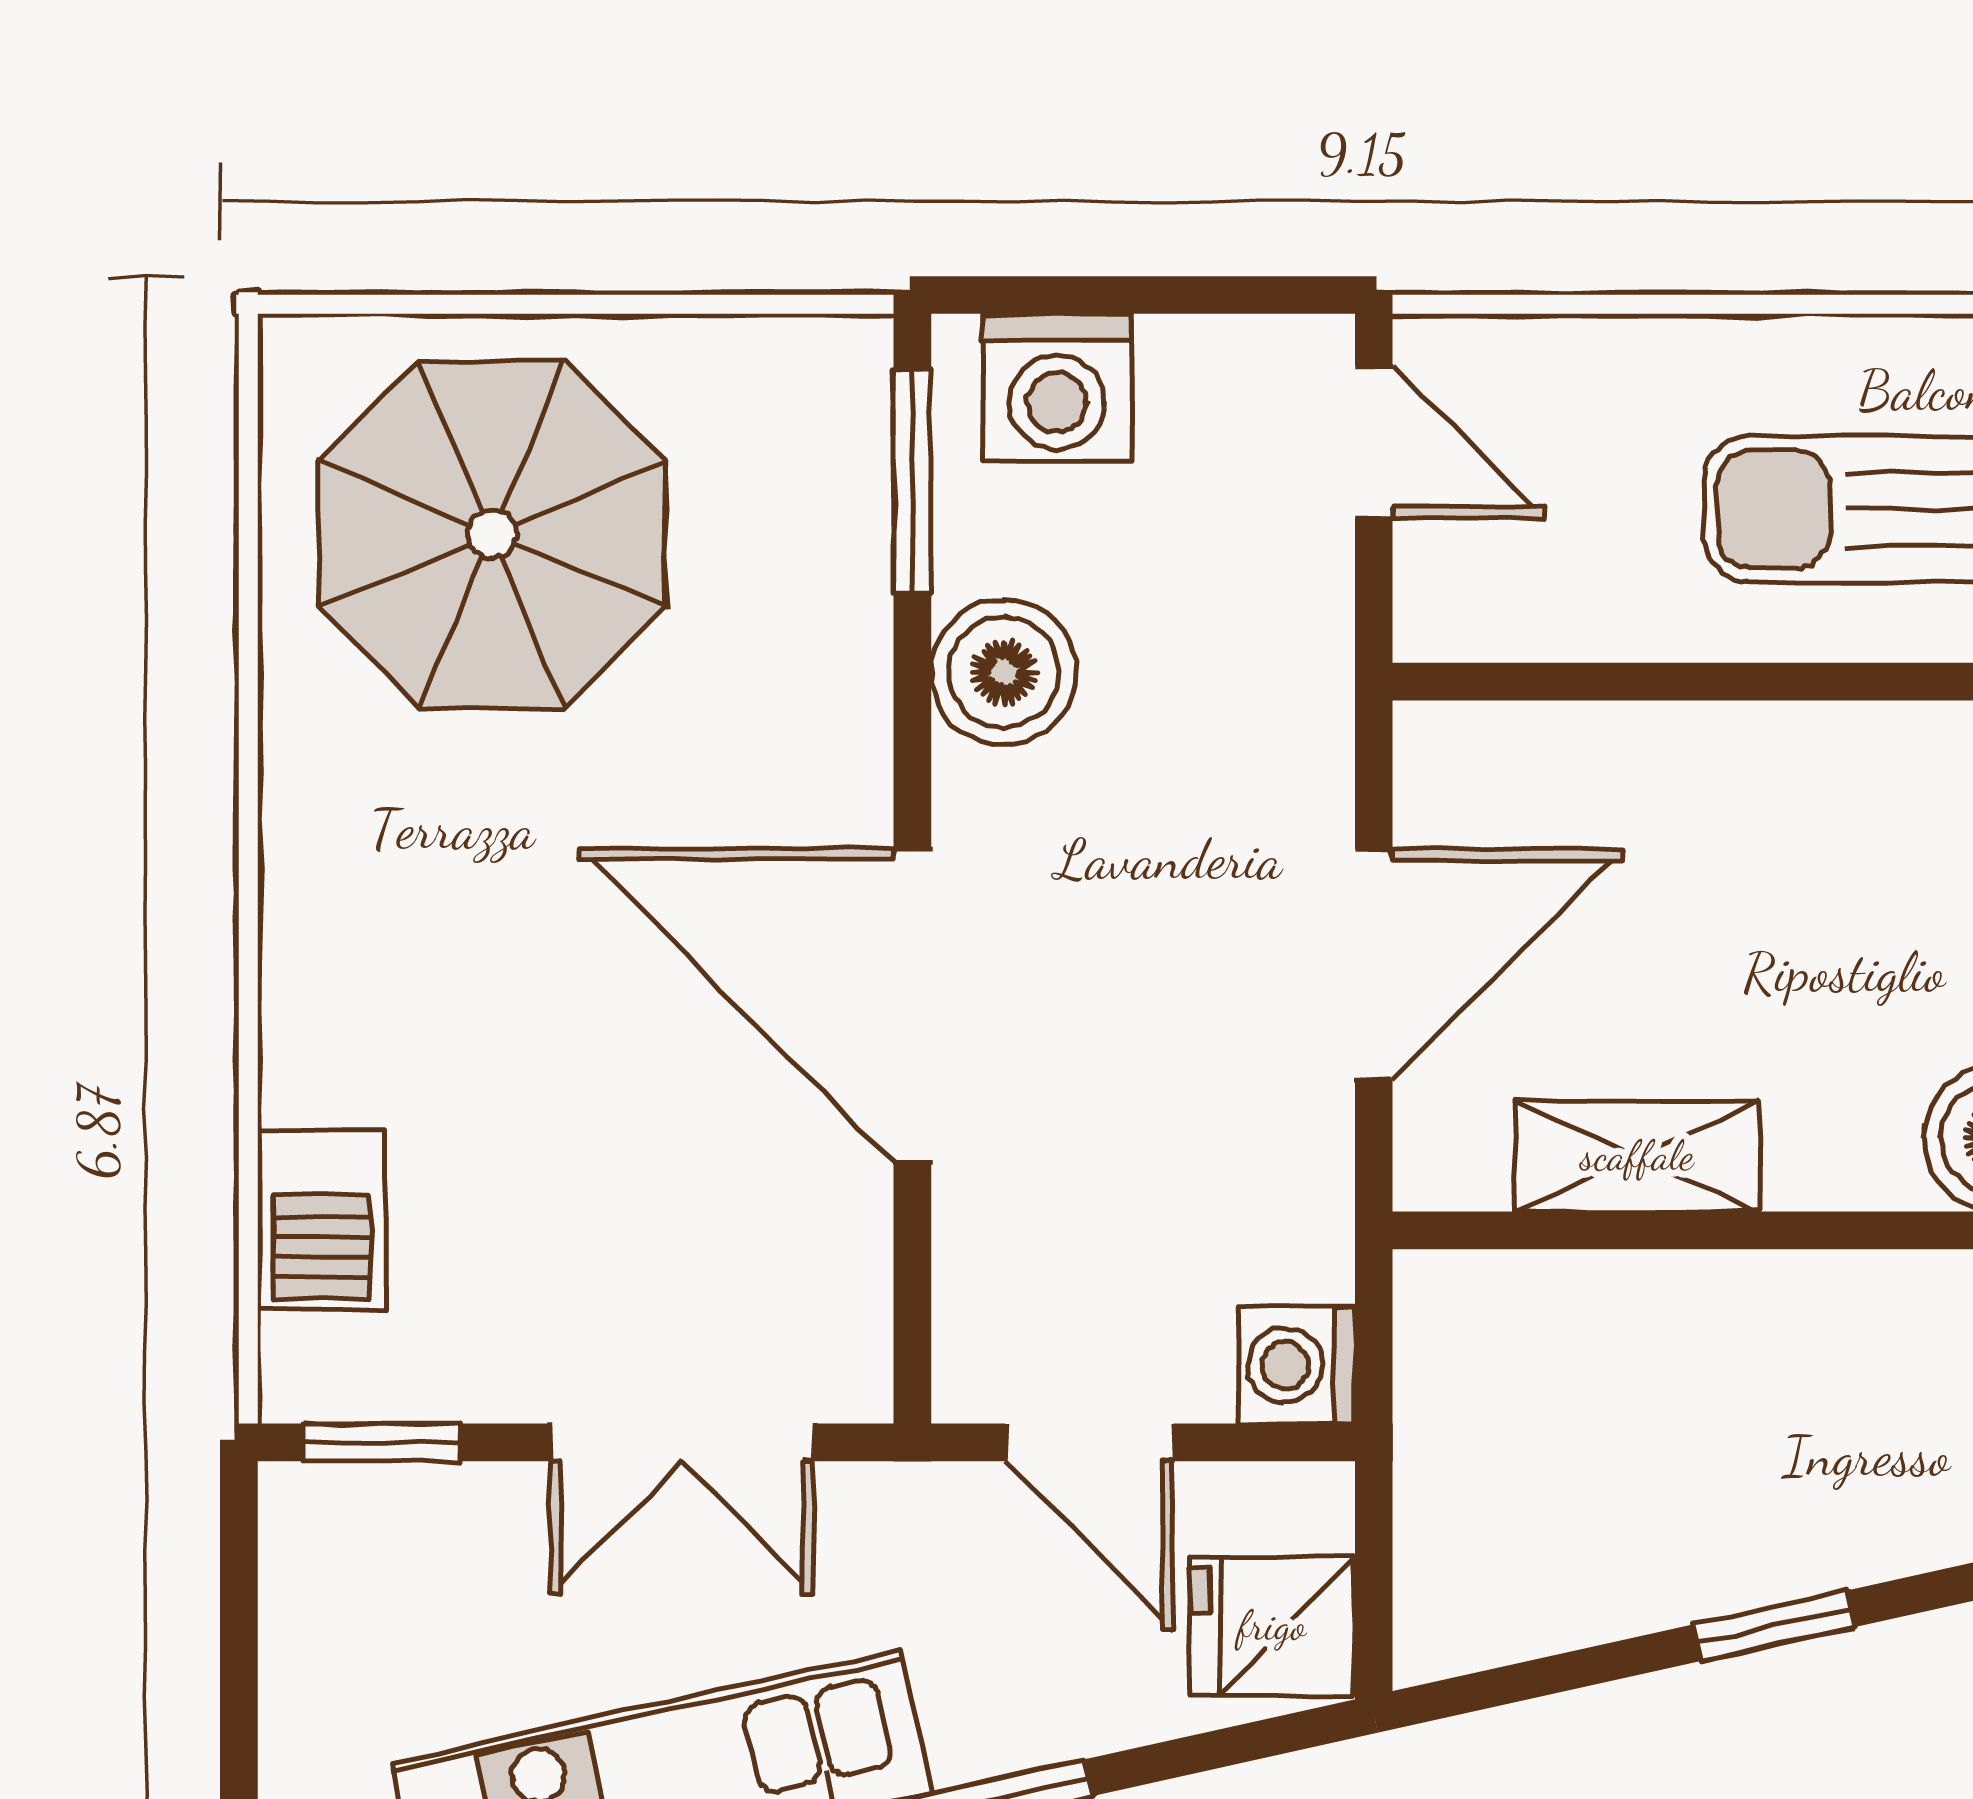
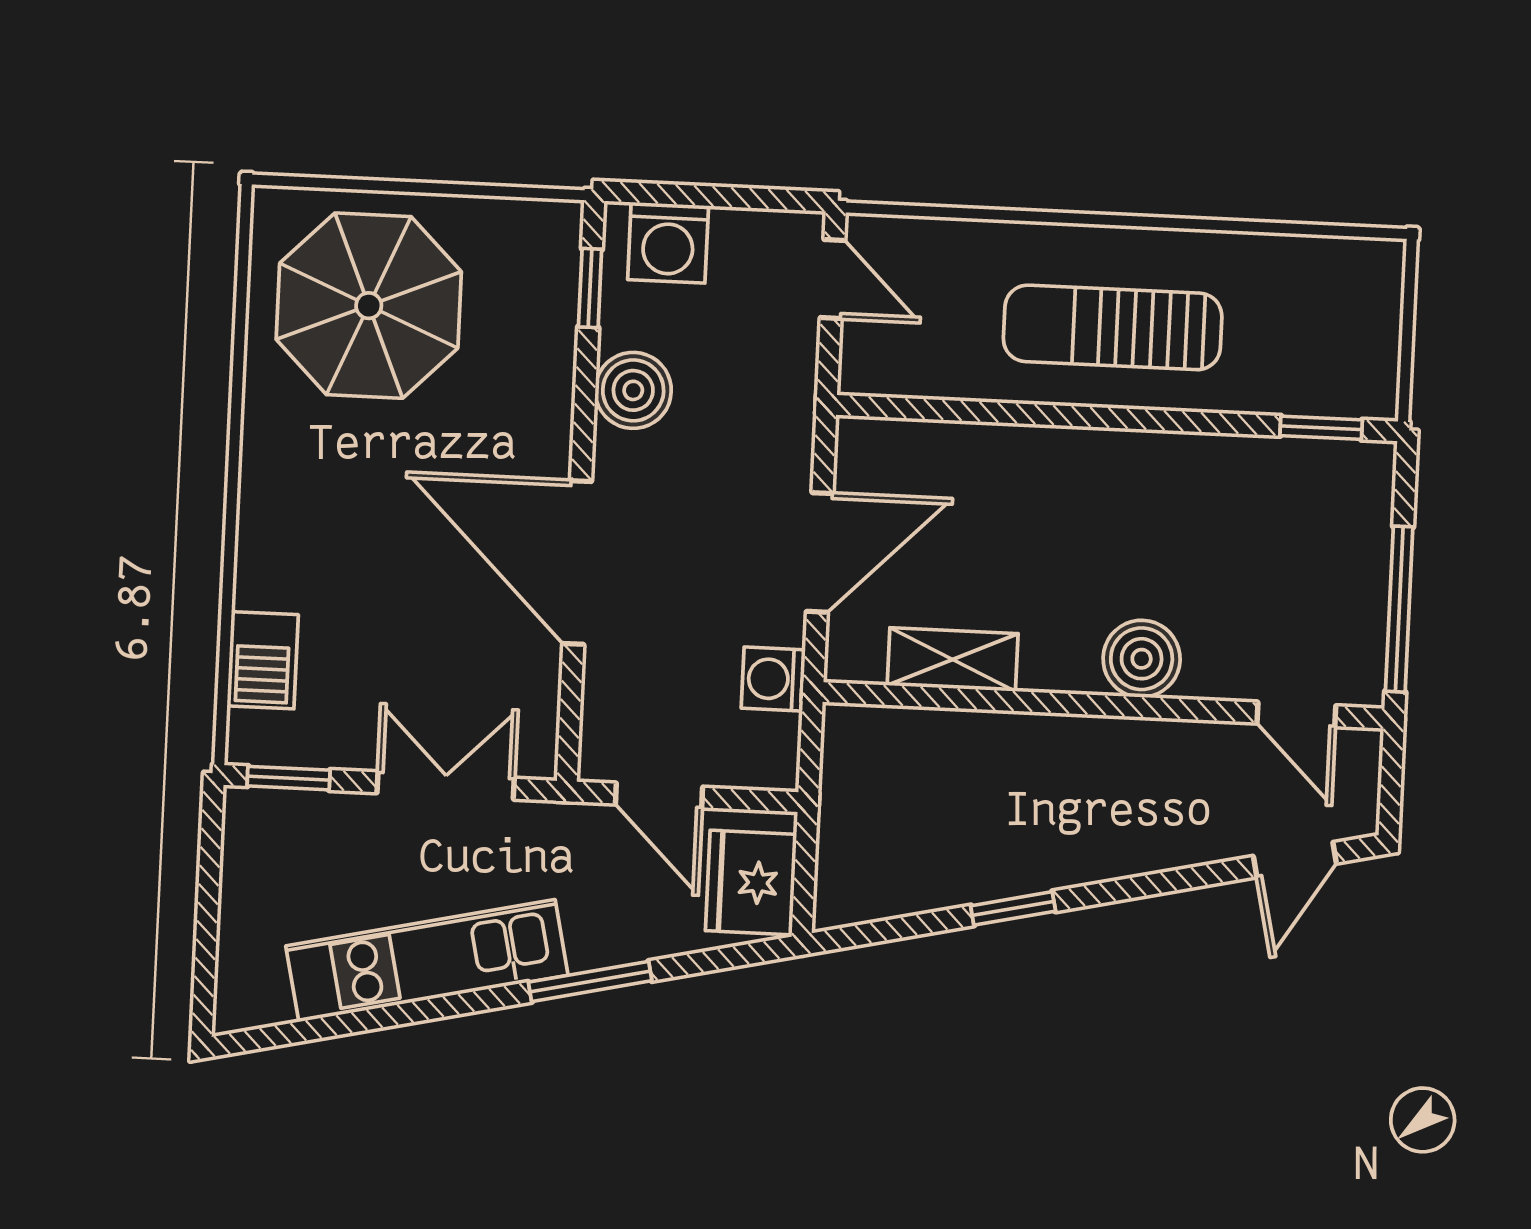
window: (912, 481) -> (590, 288), width x0.67
washing machine: (1297, 1365) -> (773, 679), moved
double door: (682, 1442) -> (446, 785), swing flipped
fridge: (1272, 1626) -> (751, 882), width x1.38

